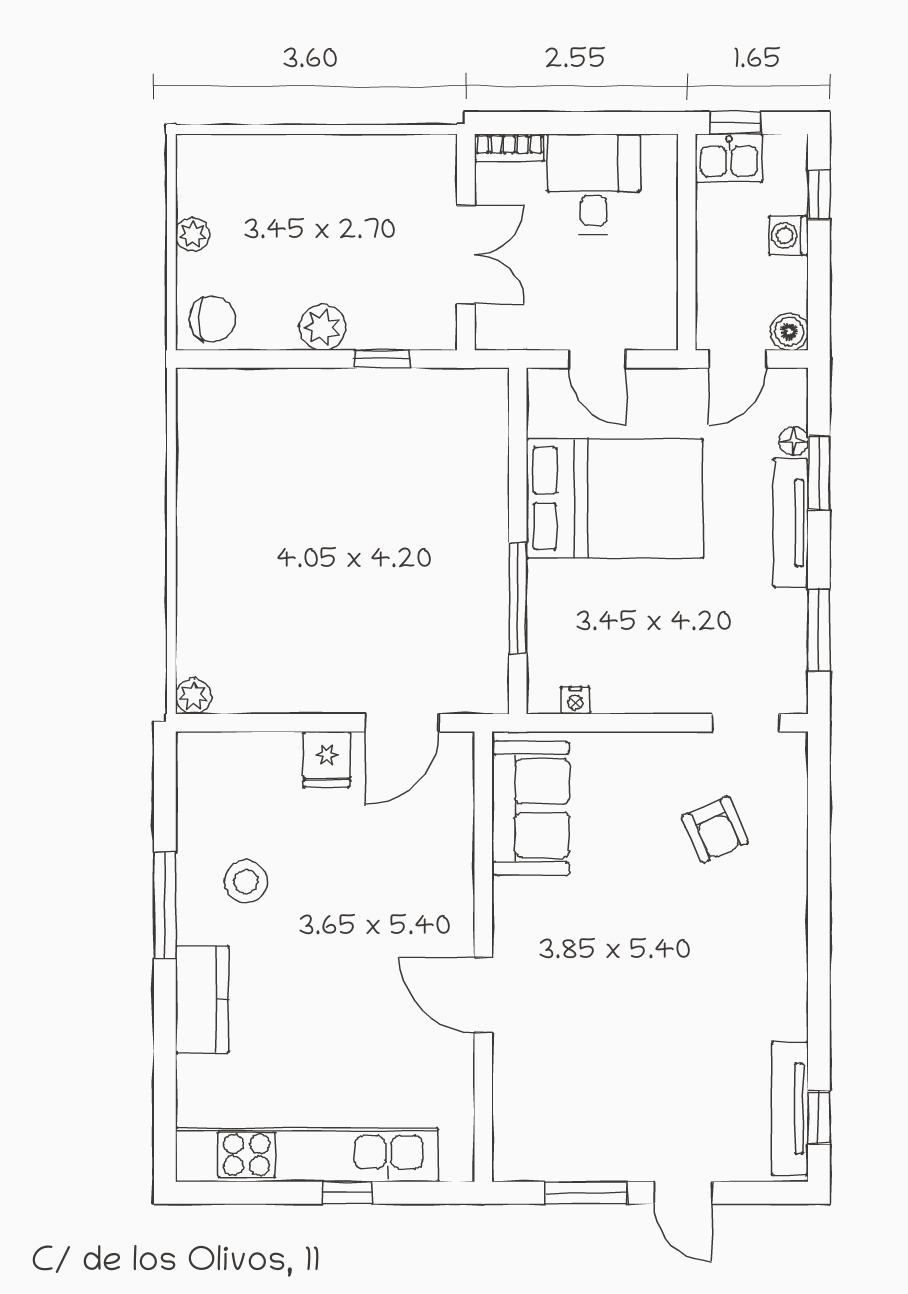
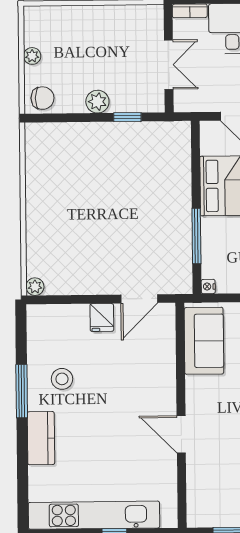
nightstand: (575, 700) -> (208, 286), moved, turned 90

